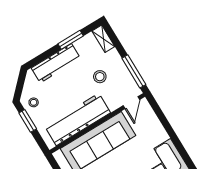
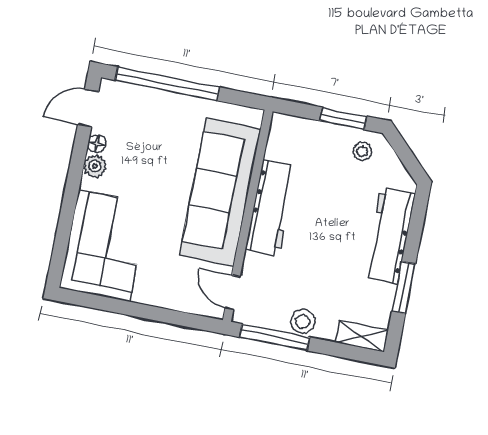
stool: (100, 77) -> (303, 321), moved
workbench: (78, 119) -> (271, 208), width x0.73, depth x0.76

